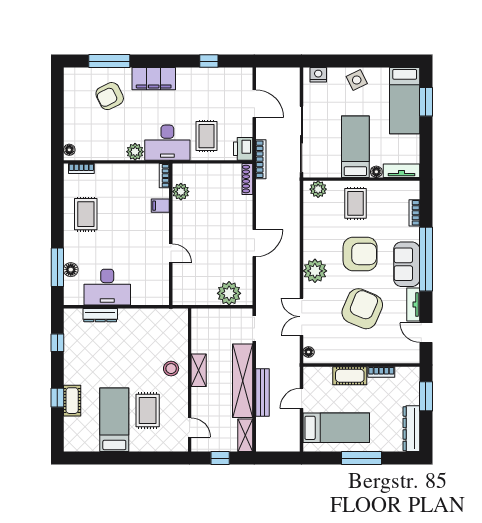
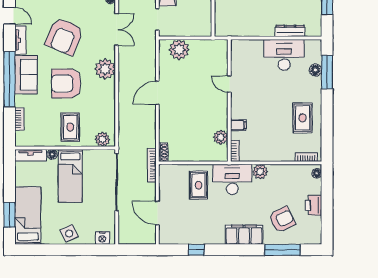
printer: (243, 149) -> (313, 205), moved, turned 180
shoe rack: (247, 179) -> (163, 152), width x0.70

